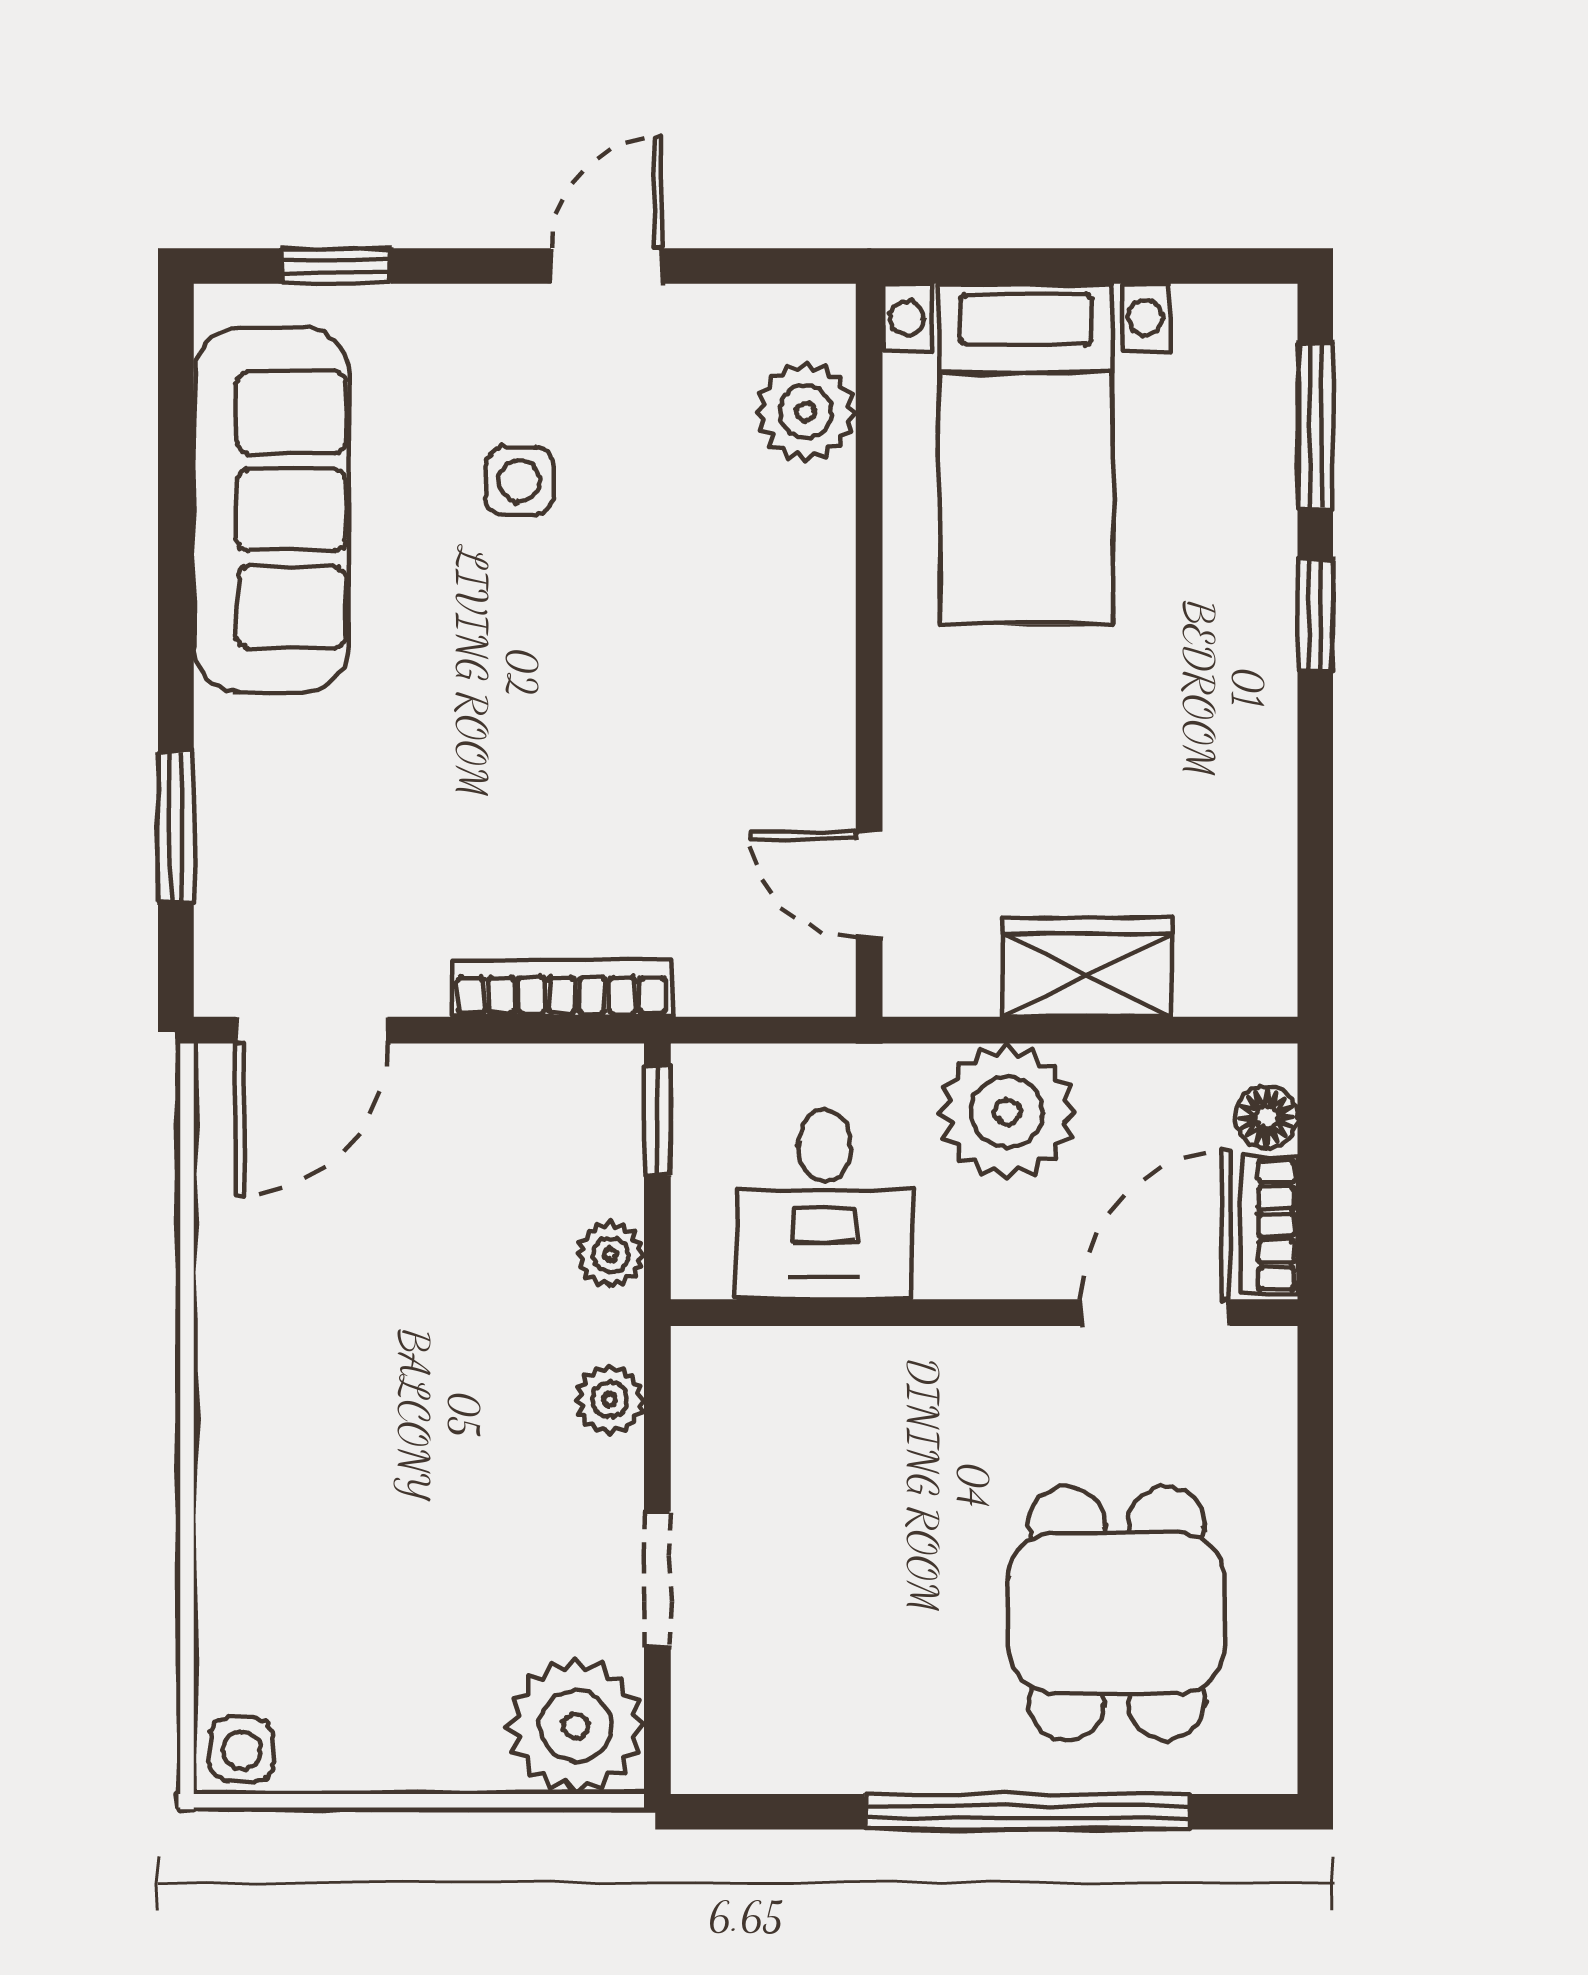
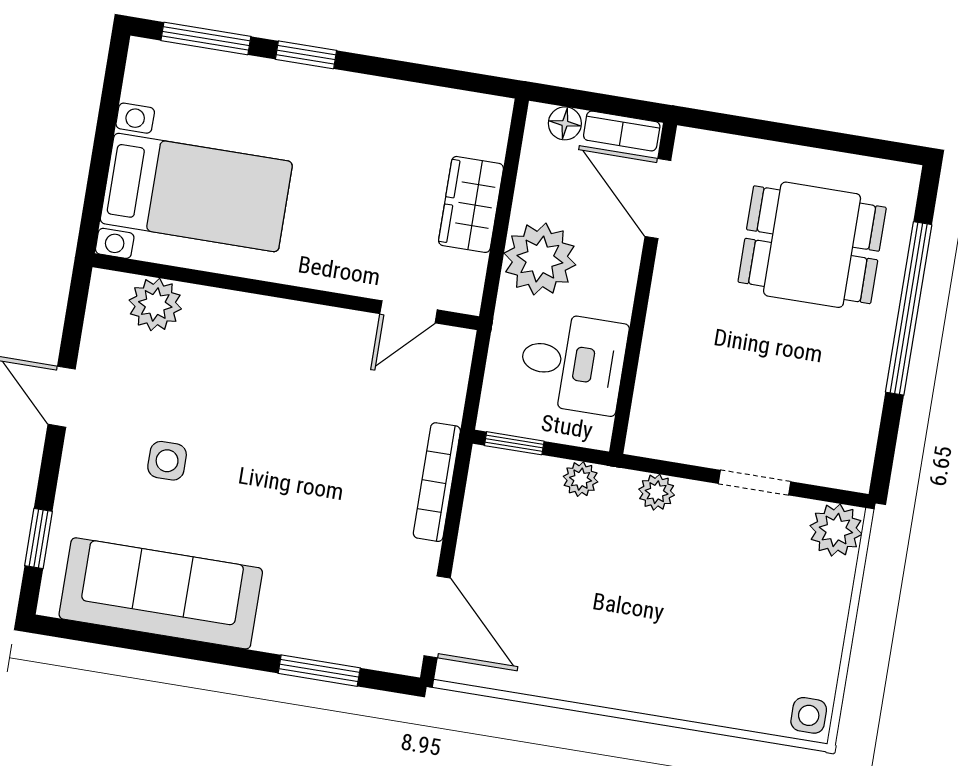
plant: (576, 1726) -> (836, 530), width x0.73, depth x0.73

